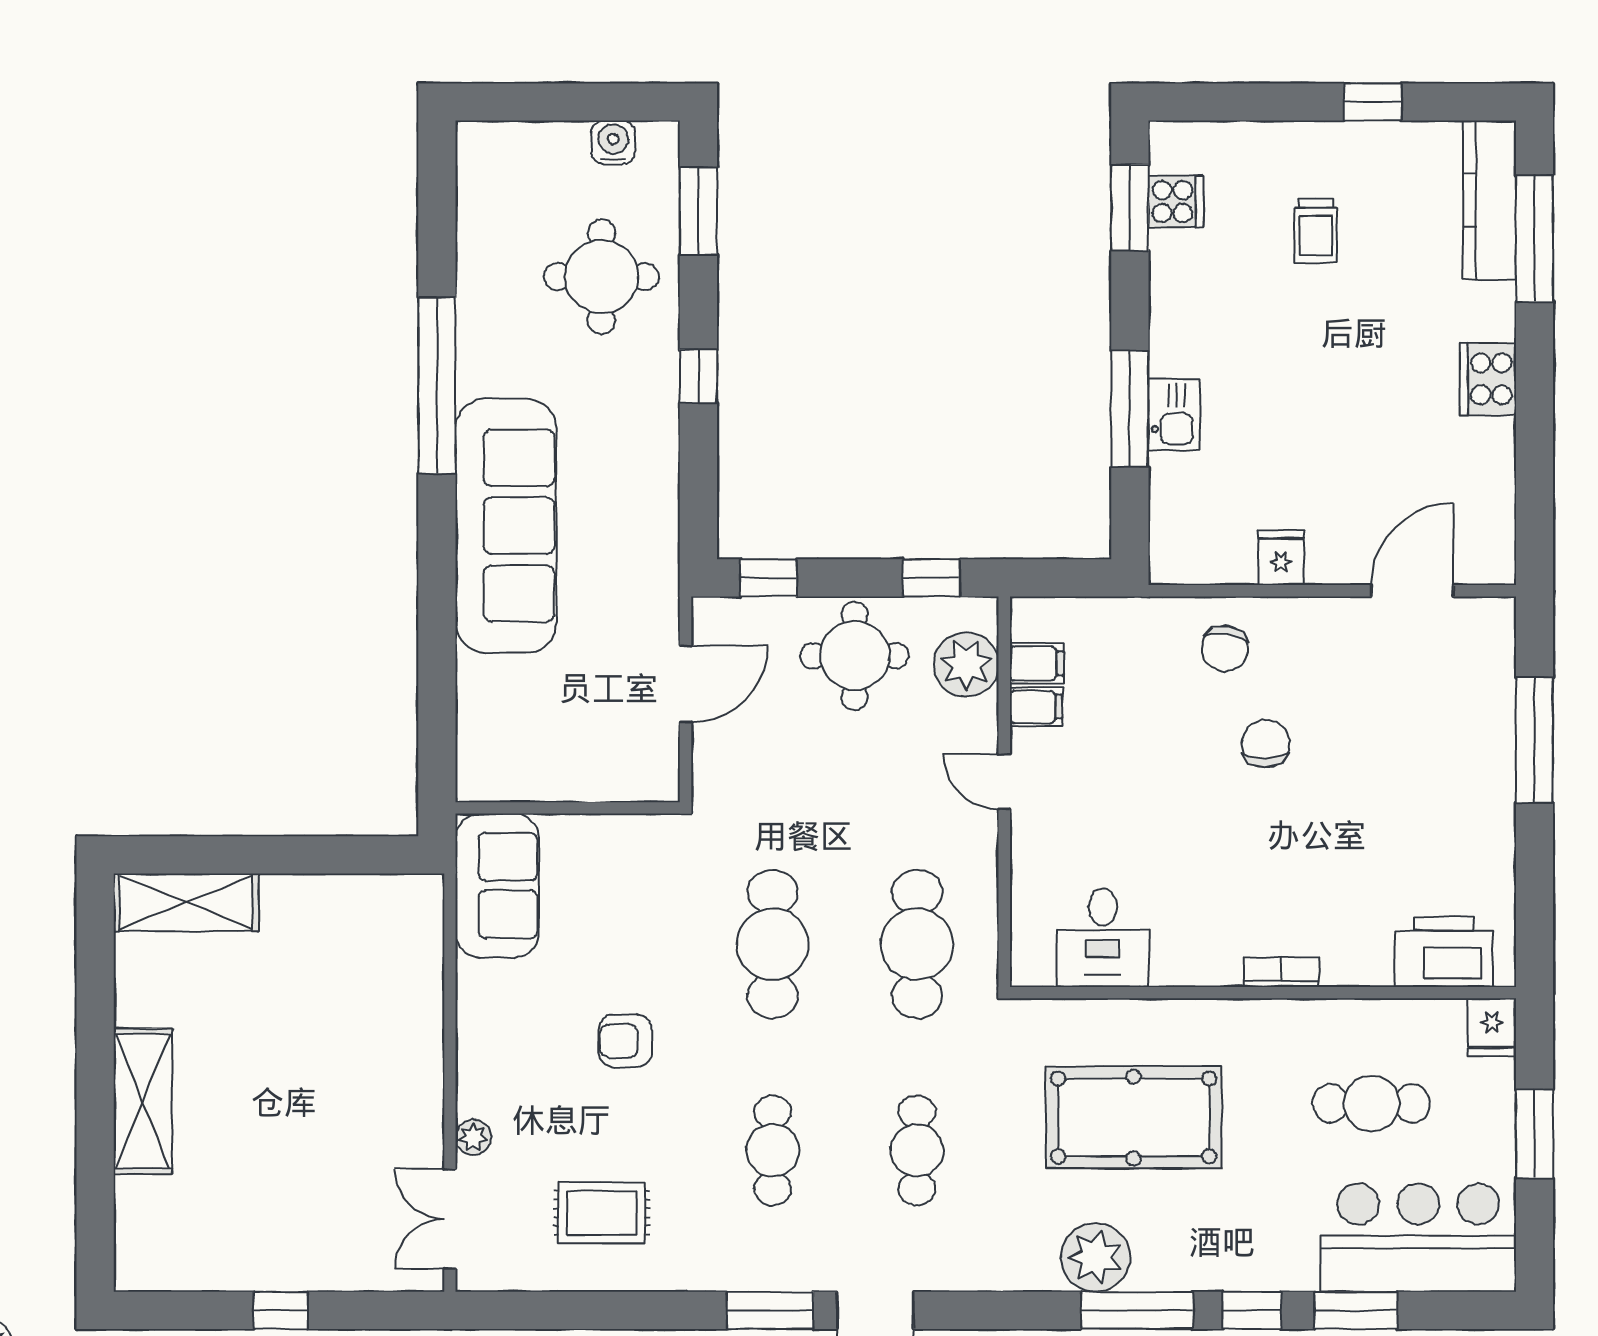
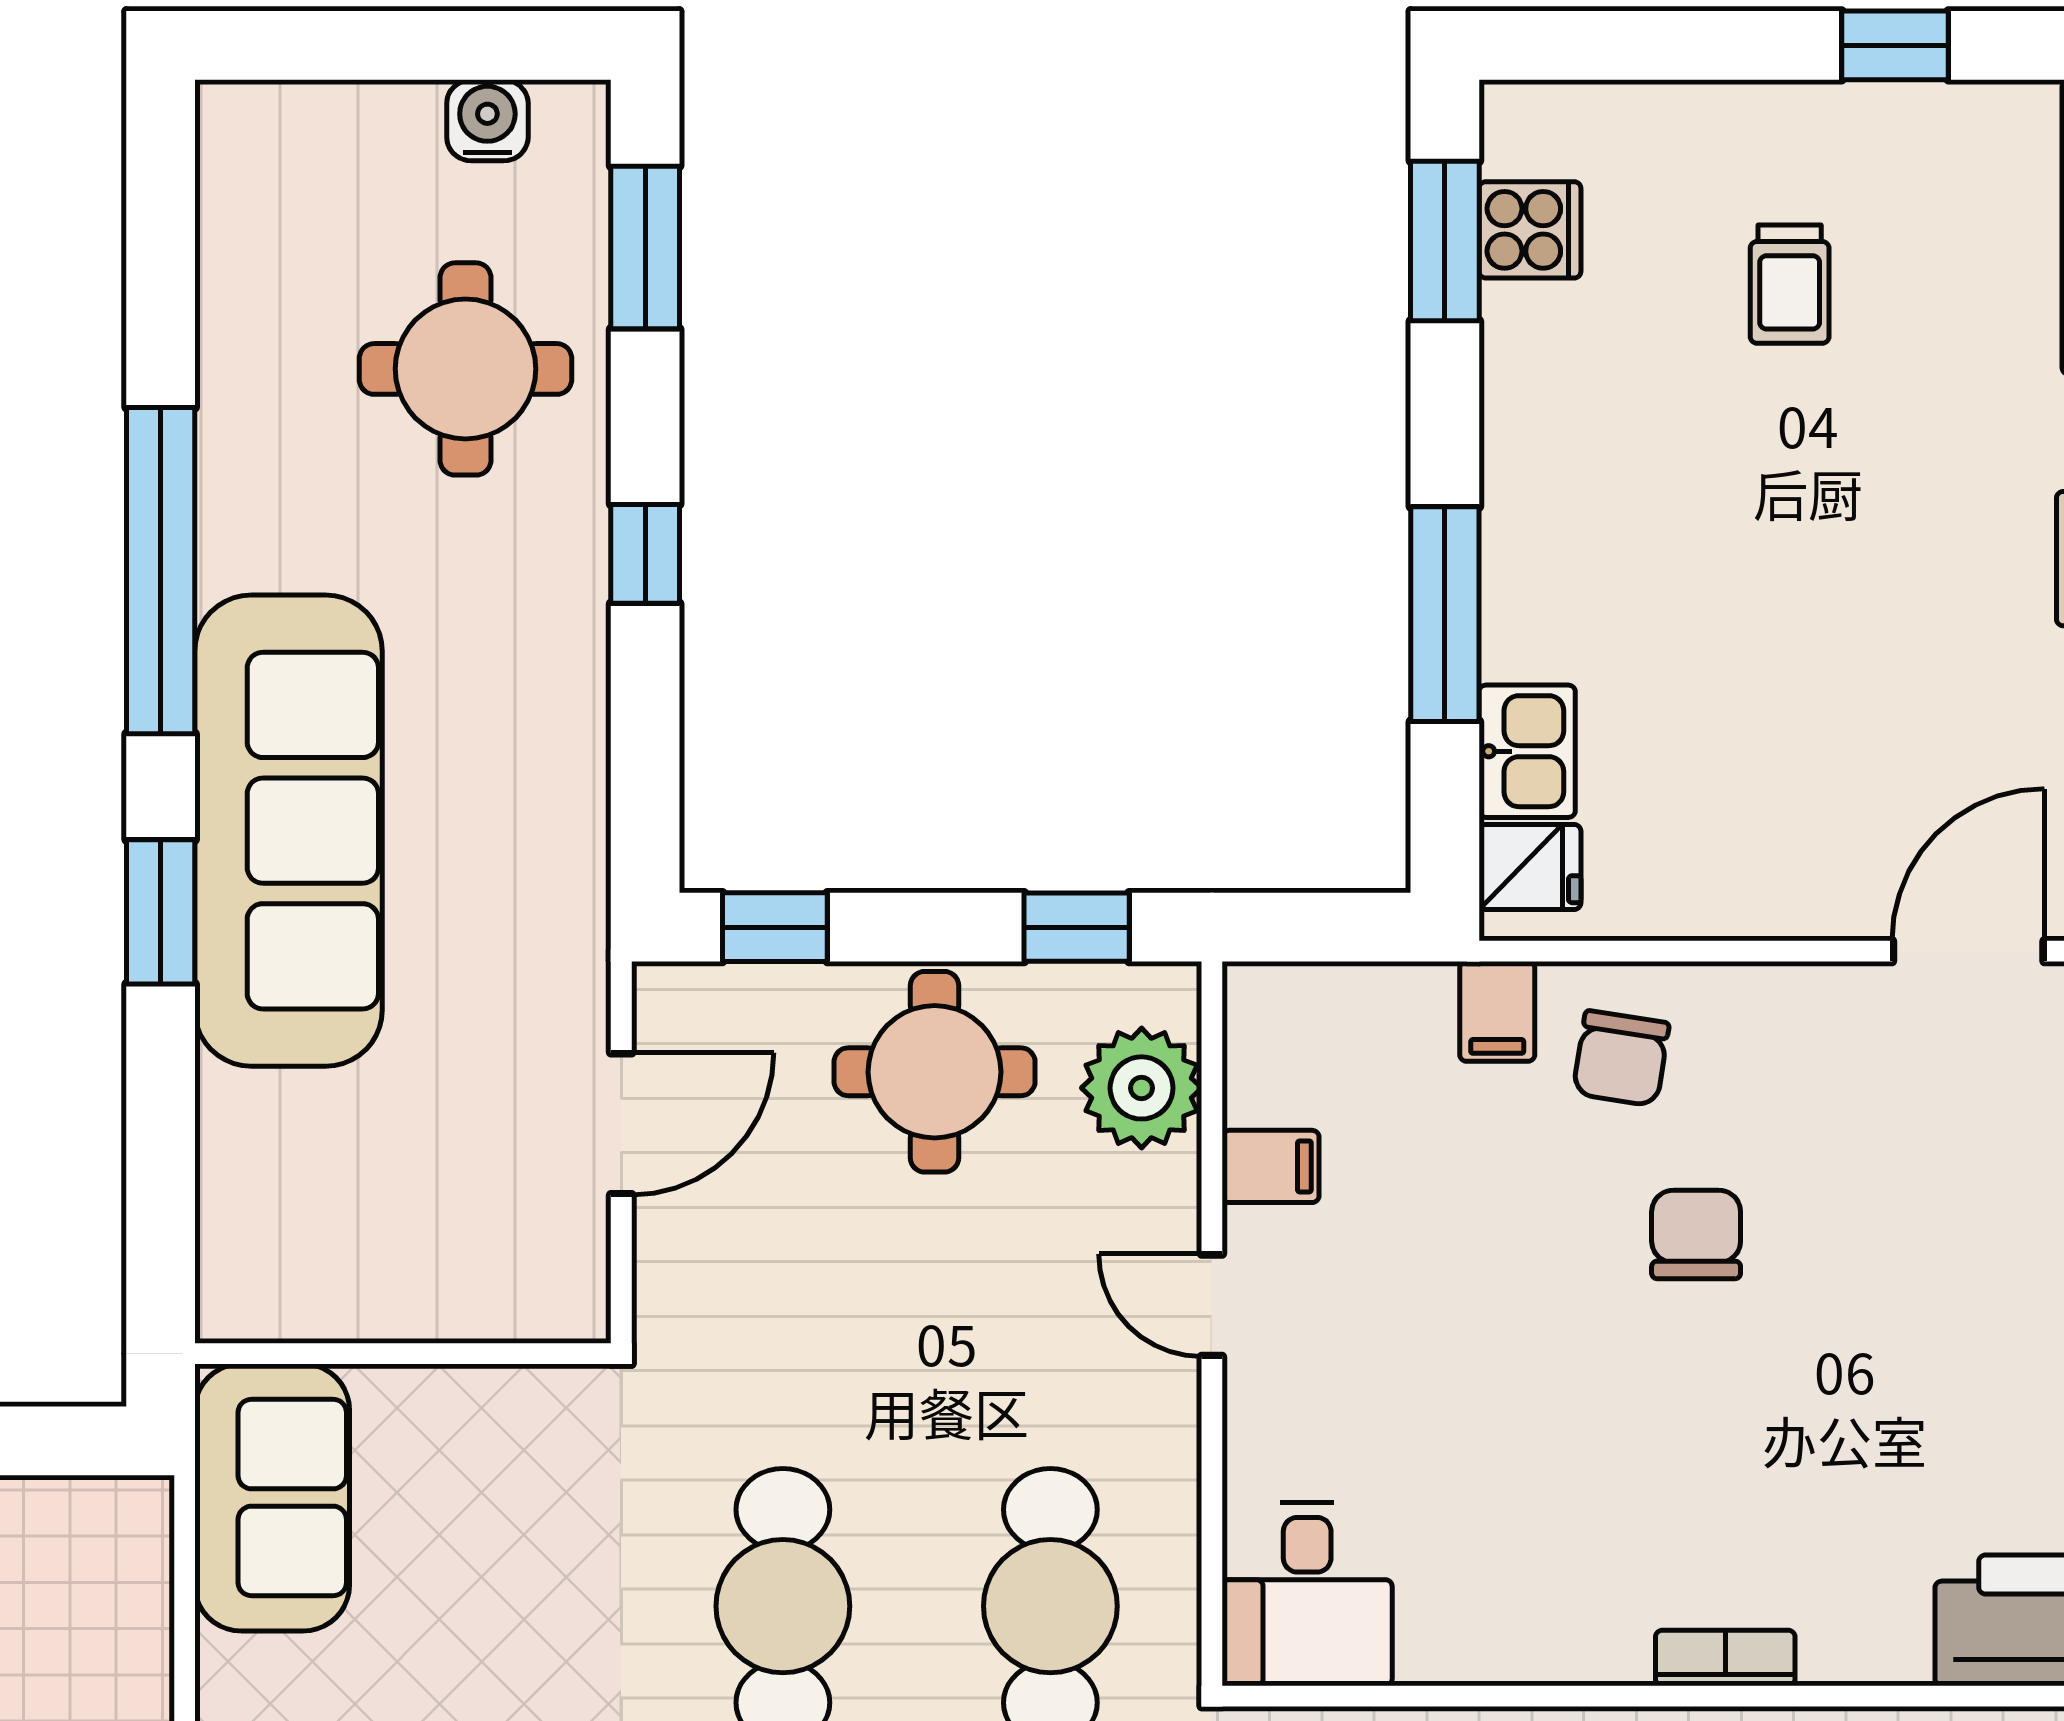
kitchen sink: (1174, 415) -> (1527, 751), moved
fridge: (1281, 558) -> (1530, 867), moved, turned 90
window: (437, 570) -> (161, 912), added
filing cabinet: (1037, 663) -> (1497, 1011), moved, turned 90
desk: (1103, 938) -> (1307, 1594), moved

